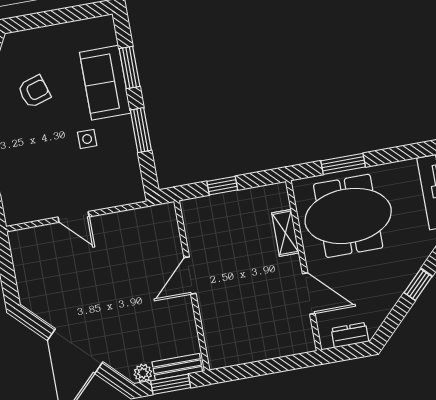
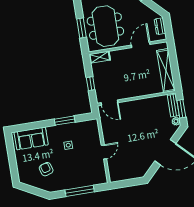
window: (130, 67) -> (36, 125), removed
sofa: (105, 83) -> (31, 138), moved
shelving: (285, 233) -> (100, 57), moved
door: (190, 276) -> (109, 103), moved
shelving: (253, 349) -> (166, 71), added

